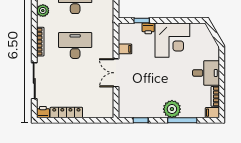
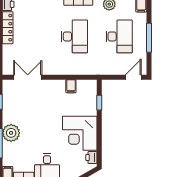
printer: (148, 28) -> (91, 157), moved
double door: (116, 73) -> (28, 77), moved

